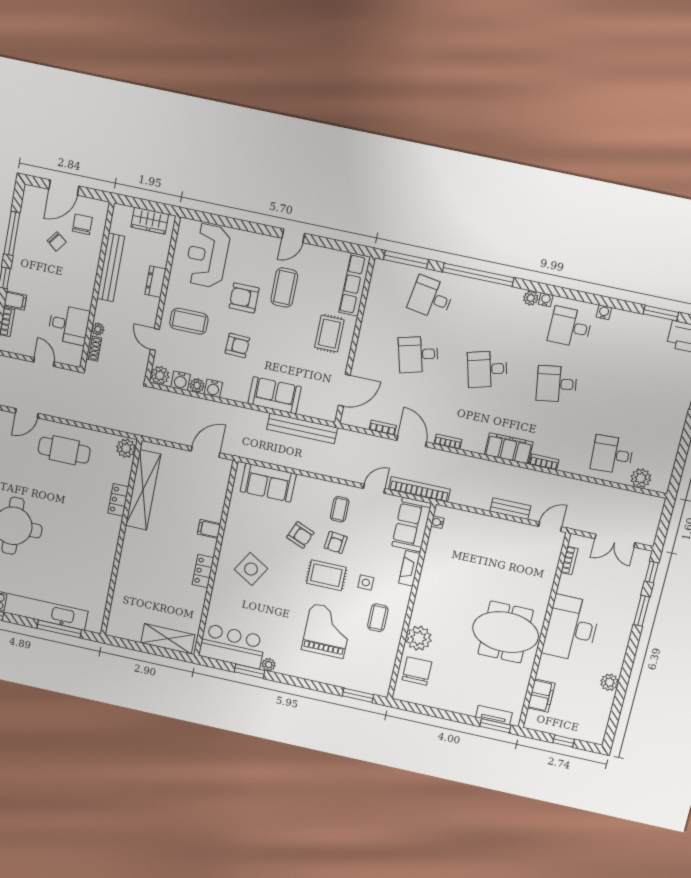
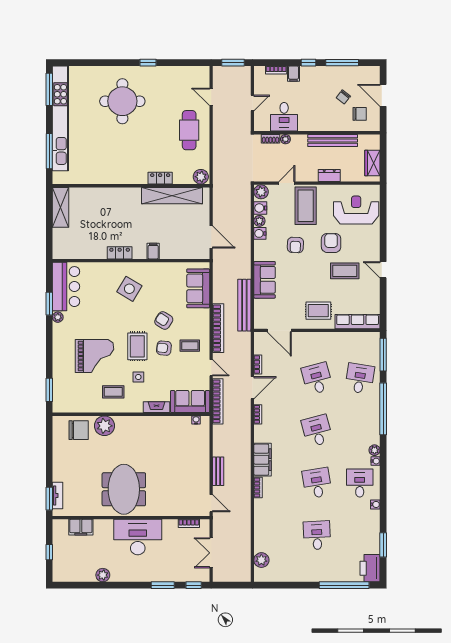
coffee table: (189, 321) -> (306, 206), width x1.36, depth x1.32
desk: (612, 455) -> (317, 535), moved
bookcase: (325, 468) -> (218, 328), added
armchair: (300, 535) -> (164, 320), turned 101
shelving: (168, 639) -> (61, 207), moved

